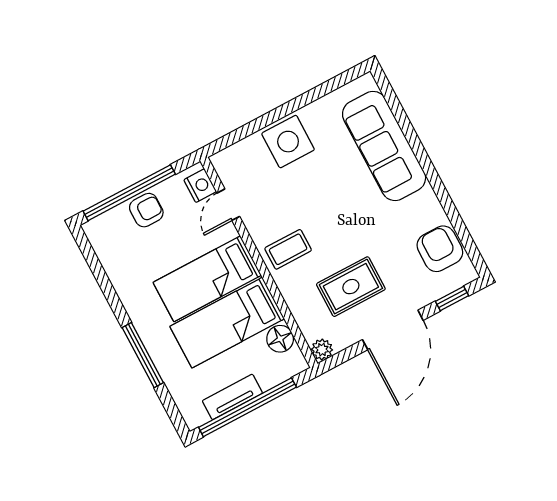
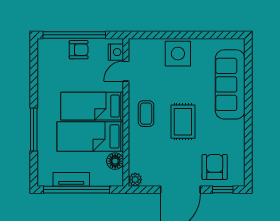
coffee table: (288, 249) -> (146, 114), turned 90
armchair: (440, 249) -> (215, 167), moved
rug: (351, 287) -> (183, 122), moved, turned 90

